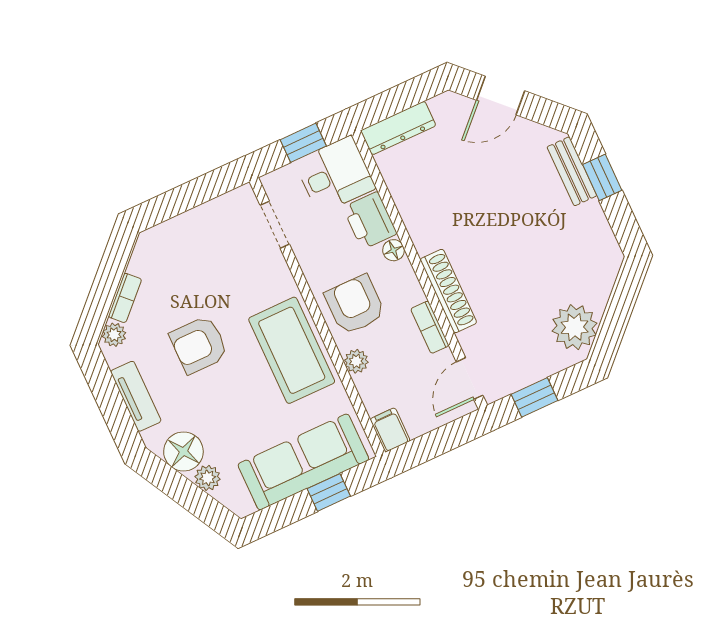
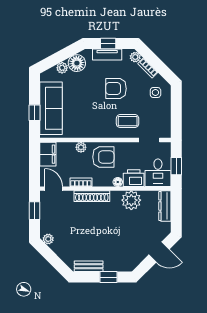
door: (501, 96) -> (159, 252), swing flipped
bench: (572, 171) -> (89, 266), moved
plant: (419, 204) -> (131, 200), added
side table: (169, 258) -> (155, 92), added
plant: (575, 327) -> (48, 239), width x0.53, depth x0.53
armchair: (199, 345) -> (116, 89), turned -90
coffee table: (292, 350) -> (128, 121), moved, width x0.54, depth x0.58
window: (112, 405) -> (108, 43), added
filing cabinet: (390, 430) -> (48, 154), width x2.00

